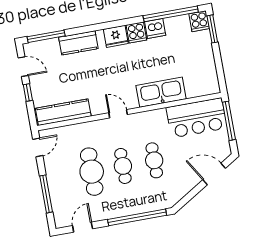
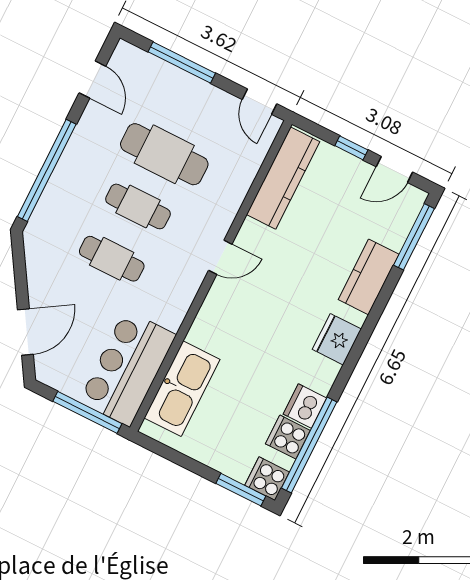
cooker: (136, 32) -> (288, 437), moved
kitchen sink: (161, 92) -> (182, 389), moved

